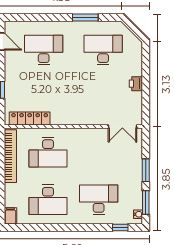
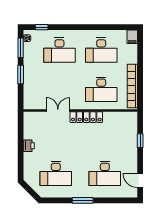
window: (85, 17) -> (83, 200), moved
locker: (30, 119) -> (86, 117), moved
double door: (122, 127) -> (58, 110), moved
desk: (48, 152) -> (101, 89), turned 180
desk: (48, 200) -> (101, 50), turned 180

